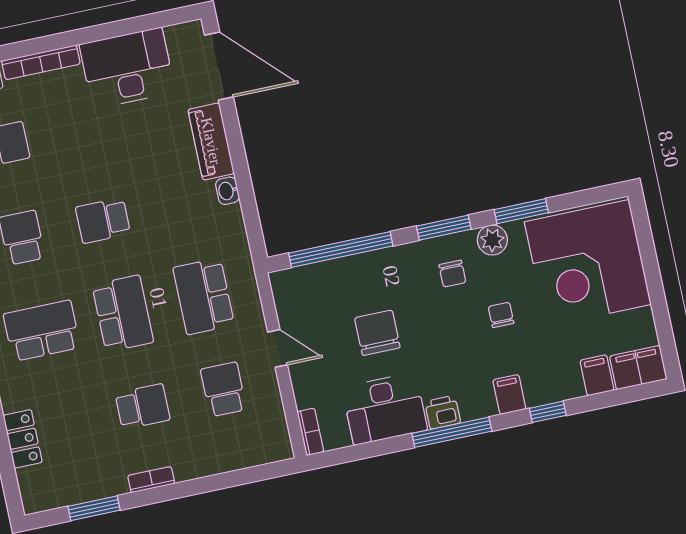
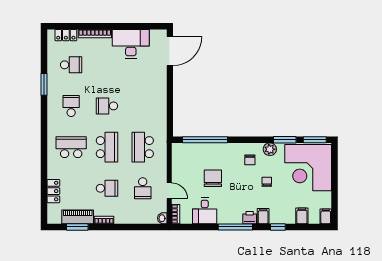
door: (219, 66) -> (170, 51), hinge flipped
piano: (211, 141) -> (78, 217), moved, turned 90
washbasin: (227, 191) -> (162, 218), moved
window: (444, 228) -> (315, 140), moved
door: (278, 348) -> (169, 191), moved
filing cabinet: (638, 368) -> (326, 216), width x0.50
school desk: (223, 389) -> (143, 188), turned 180
desk: (385, 409) -> (205, 211), width x0.73
printer: (443, 412) -> (250, 218), moved

